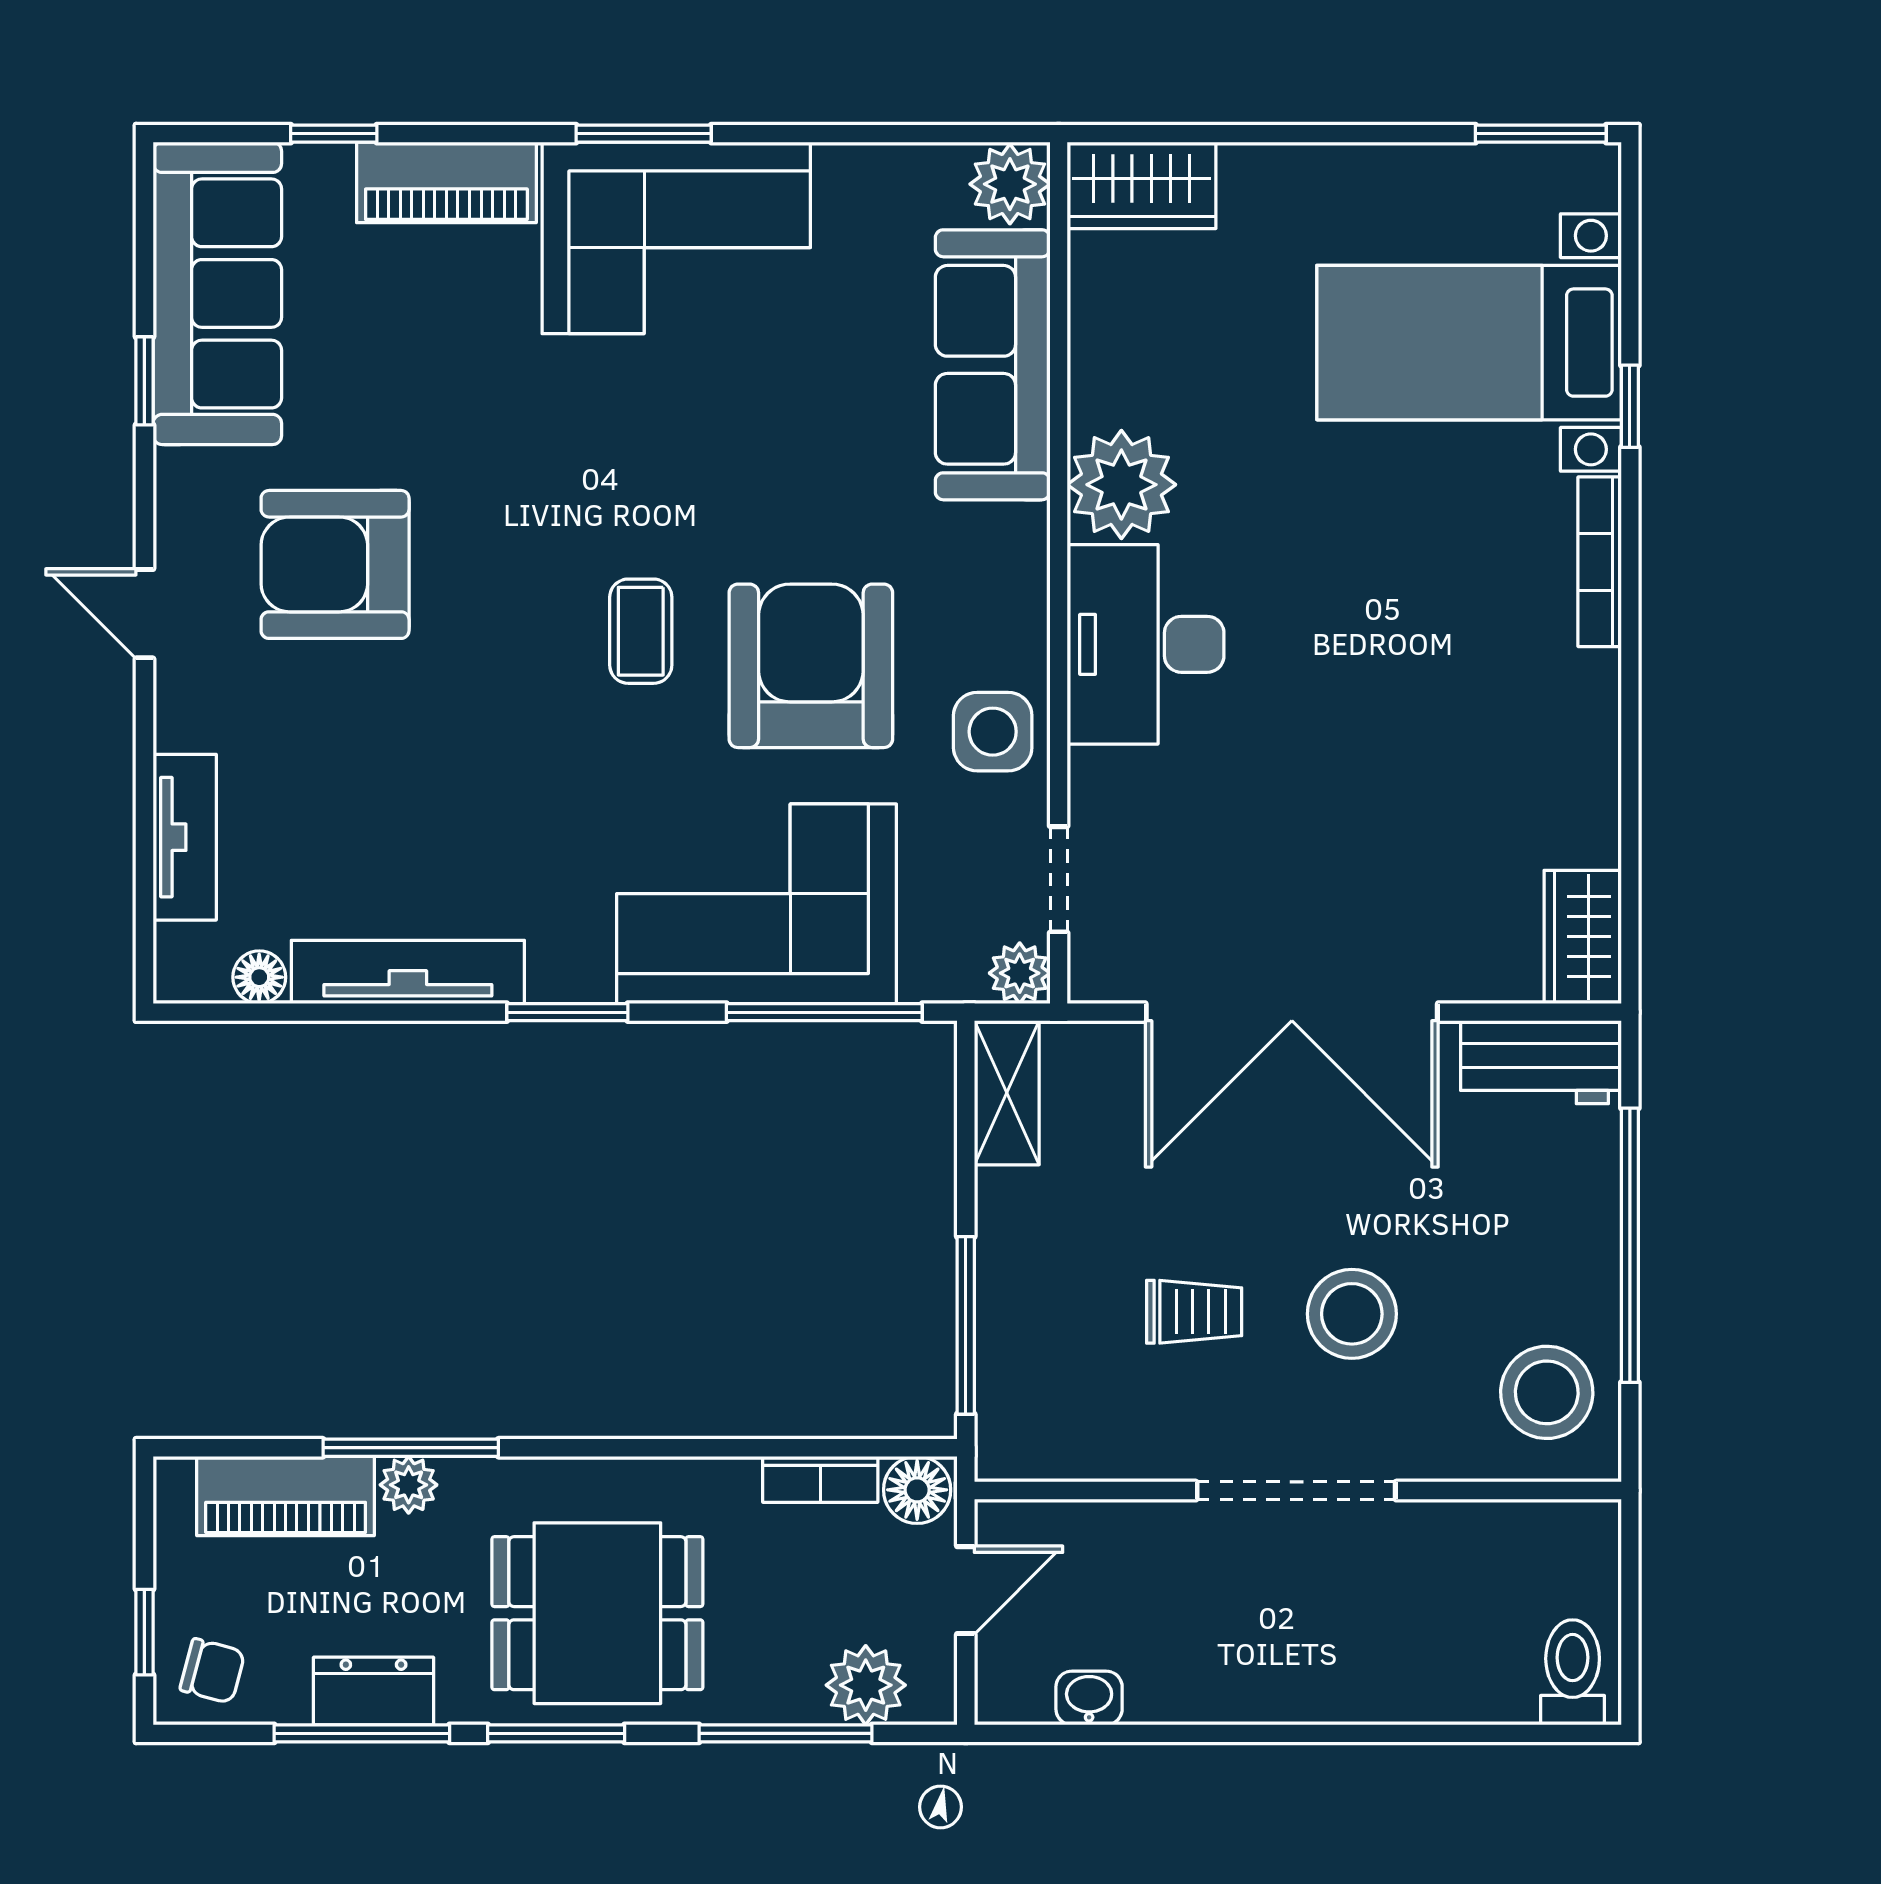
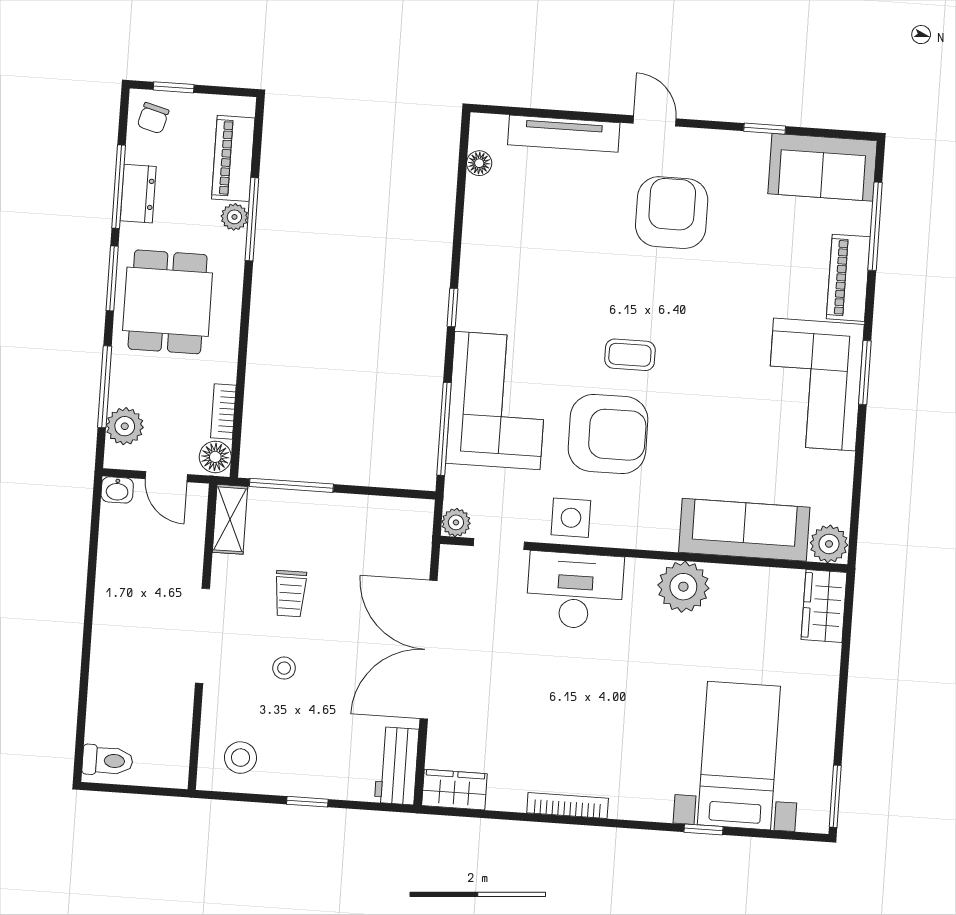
window: (334, 134) -> (875, 226), width x2.17
sofa: (217, 293) -> (822, 167), width x0.73
bookcase: (1600, 562) -> (568, 806), moved
door: (144, 614) -> (655, 121), hinge flipped
desk: (1146, 644) -> (575, 591), moved
tv unit: (185, 837) -> (564, 134), width x1.41
tv unit: (408, 972) -> (477, 234), removed
window: (567, 1012) -> (452, 308), width x0.67
shelving: (1007, 1093) -> (230, 519), moved, turned 90
window: (1630, 1245) -> (307, 802), width x0.32
stool: (1352, 1314) -> (284, 668), width x0.53, depth x0.53
stool: (1547, 1392) -> (241, 758), width x0.73, depth x0.73
washbasin: (1089, 1698) -> (117, 490), moved, turned 90

